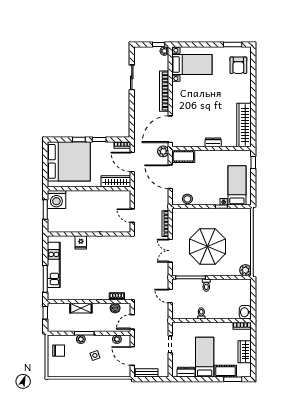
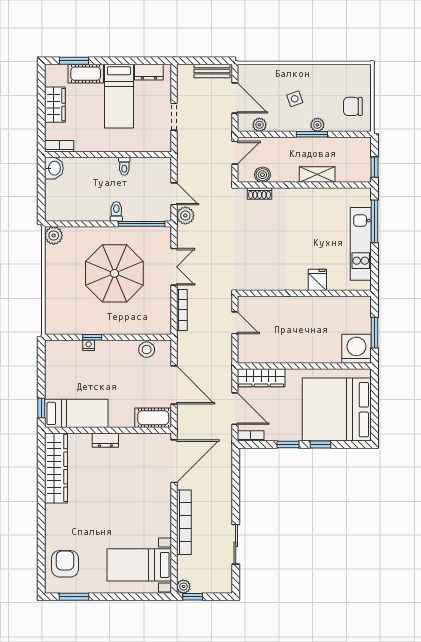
plant: (163, 151) -> (185, 216), moved
bed: (237, 185) -> (76, 413), moved, turned -90

